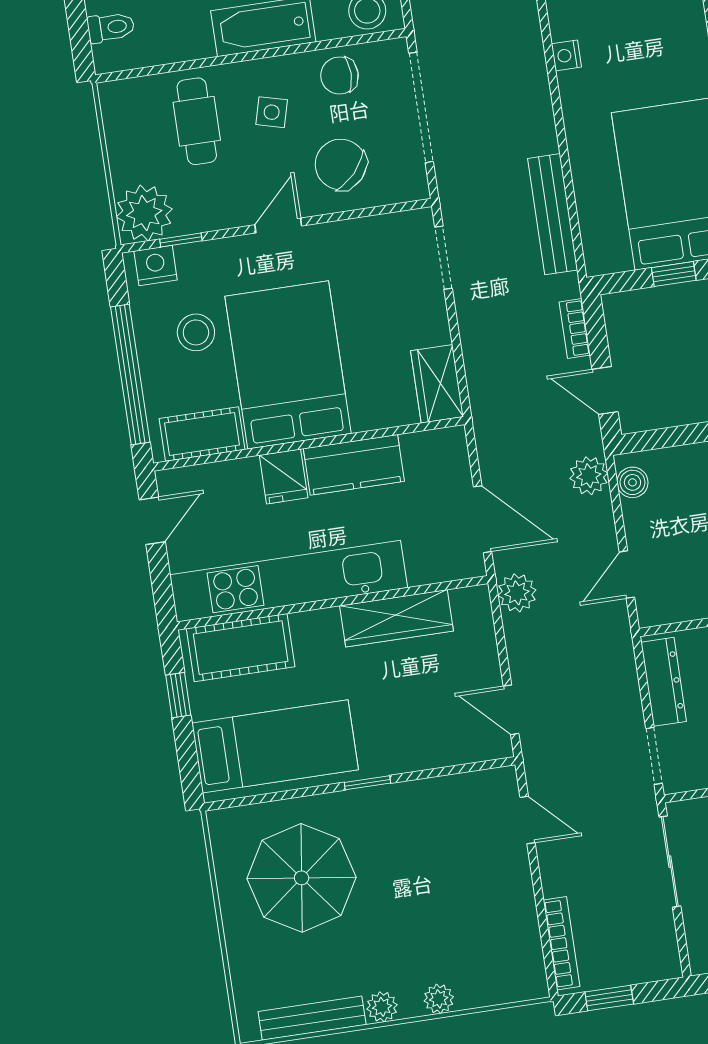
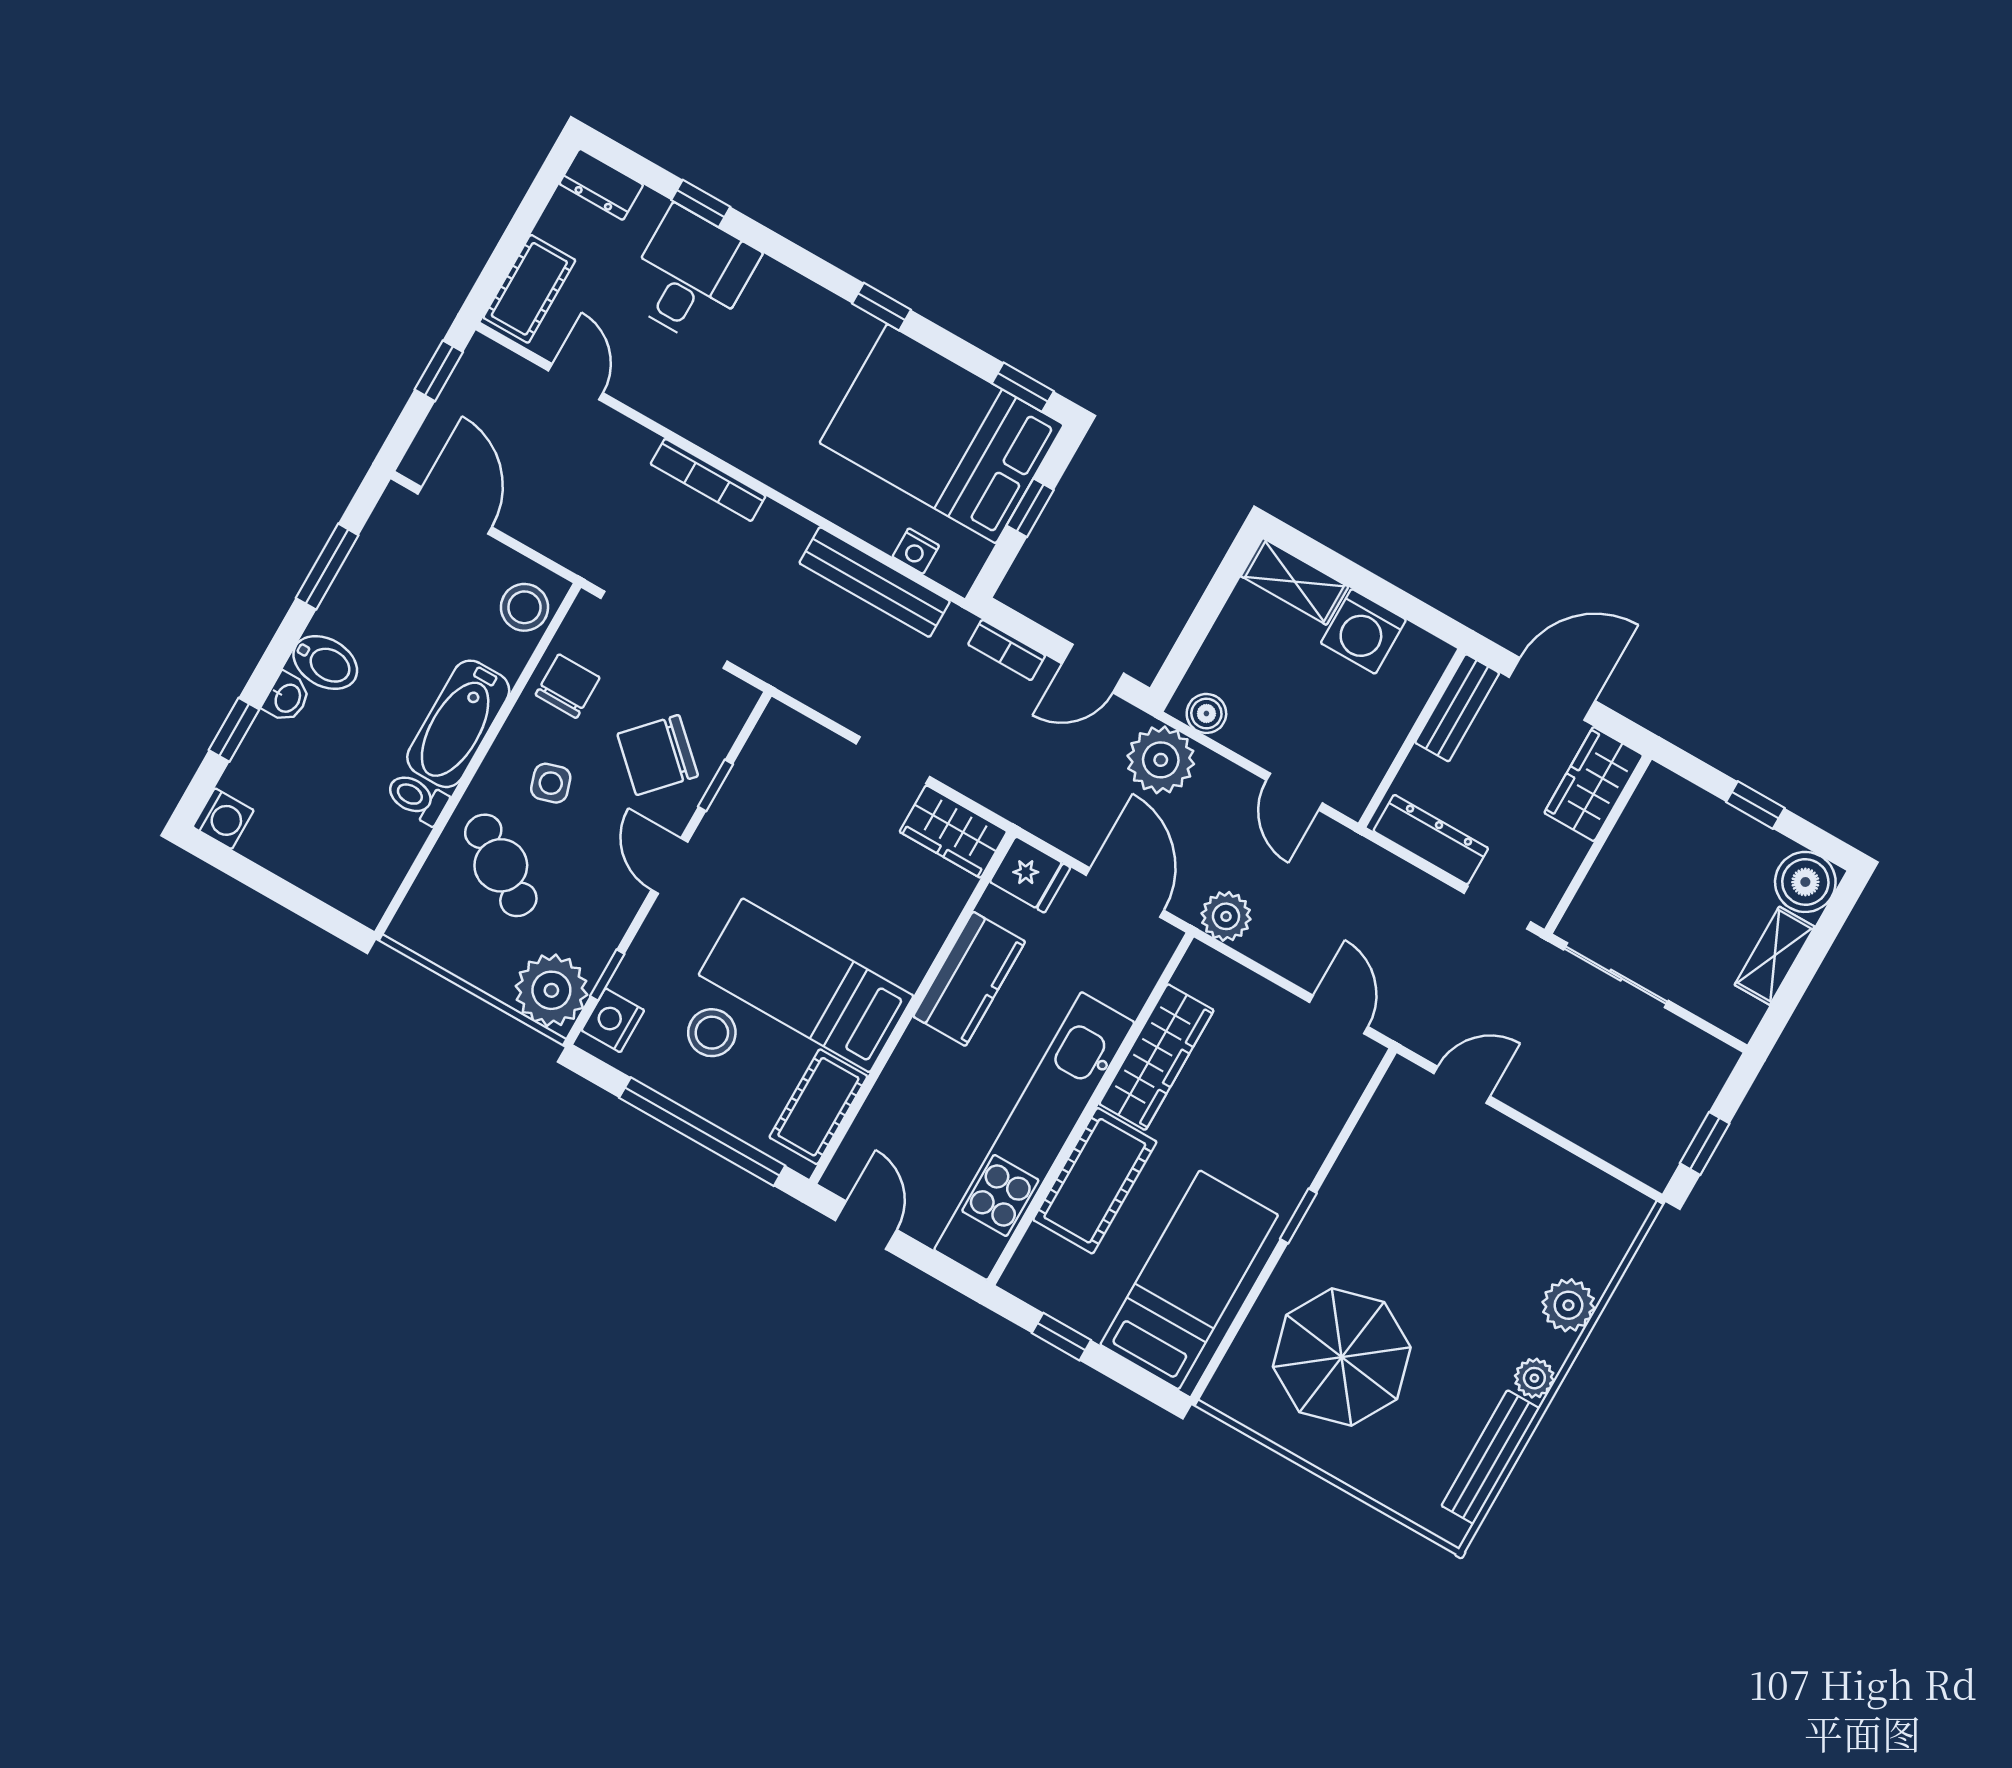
toilet: (111, 27) -> (417, 798), moved, turned -90
nightstand: (566, 55) -> (916, 551), moved
chair: (340, 75) -> (568, 686), turned 180
side table: (272, 112) -> (551, 783), turned -32
cafe table: (197, 121) -> (501, 865), turned 33
window: (350, 215) -> (715, 785), added
doorway: (444, 258) -> (893, 760), moved
bed: (288, 365) -> (806, 985), width x0.67
fridge: (284, 476) -> (1030, 875), moved
plant: (589, 476) -> (1161, 760), width x1.36, depth x1.36
door: (483, 519) -> (1125, 893), hinge flipped
cot: (241, 648) -> (1095, 1181), moved
door: (511, 710) -> (1339, 1014), swing flipped
bookcase: (562, 943) -> (708, 480), moved, turned 180
plant: (439, 999) -> (1568, 1305), width x1.38, depth x1.38

